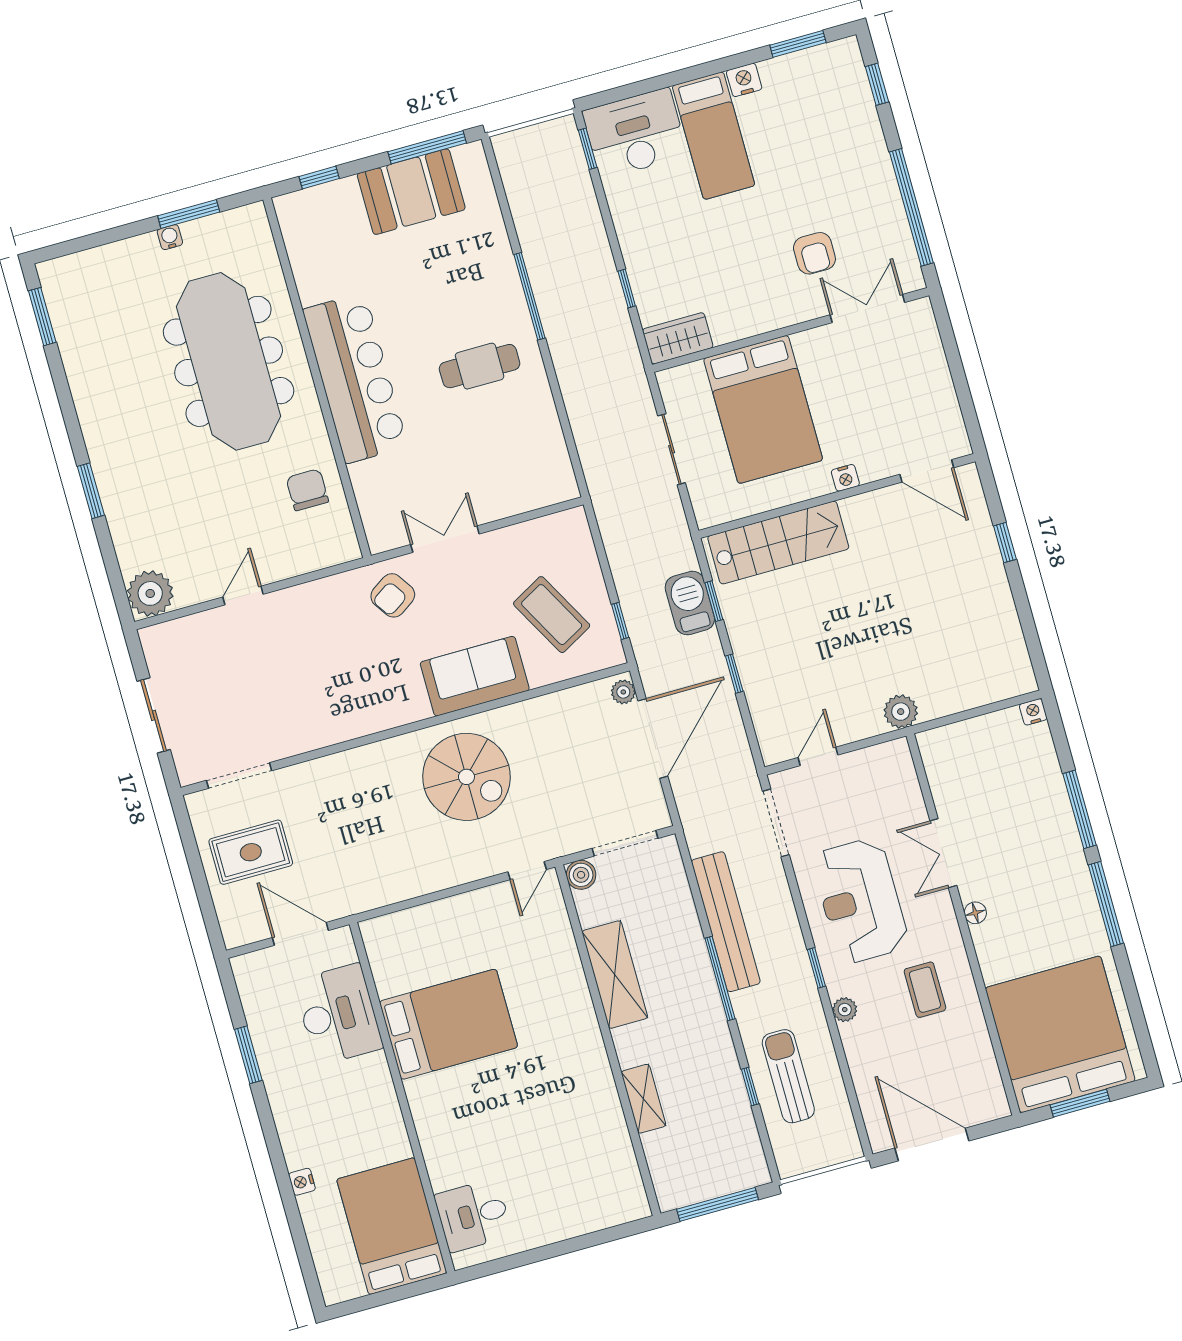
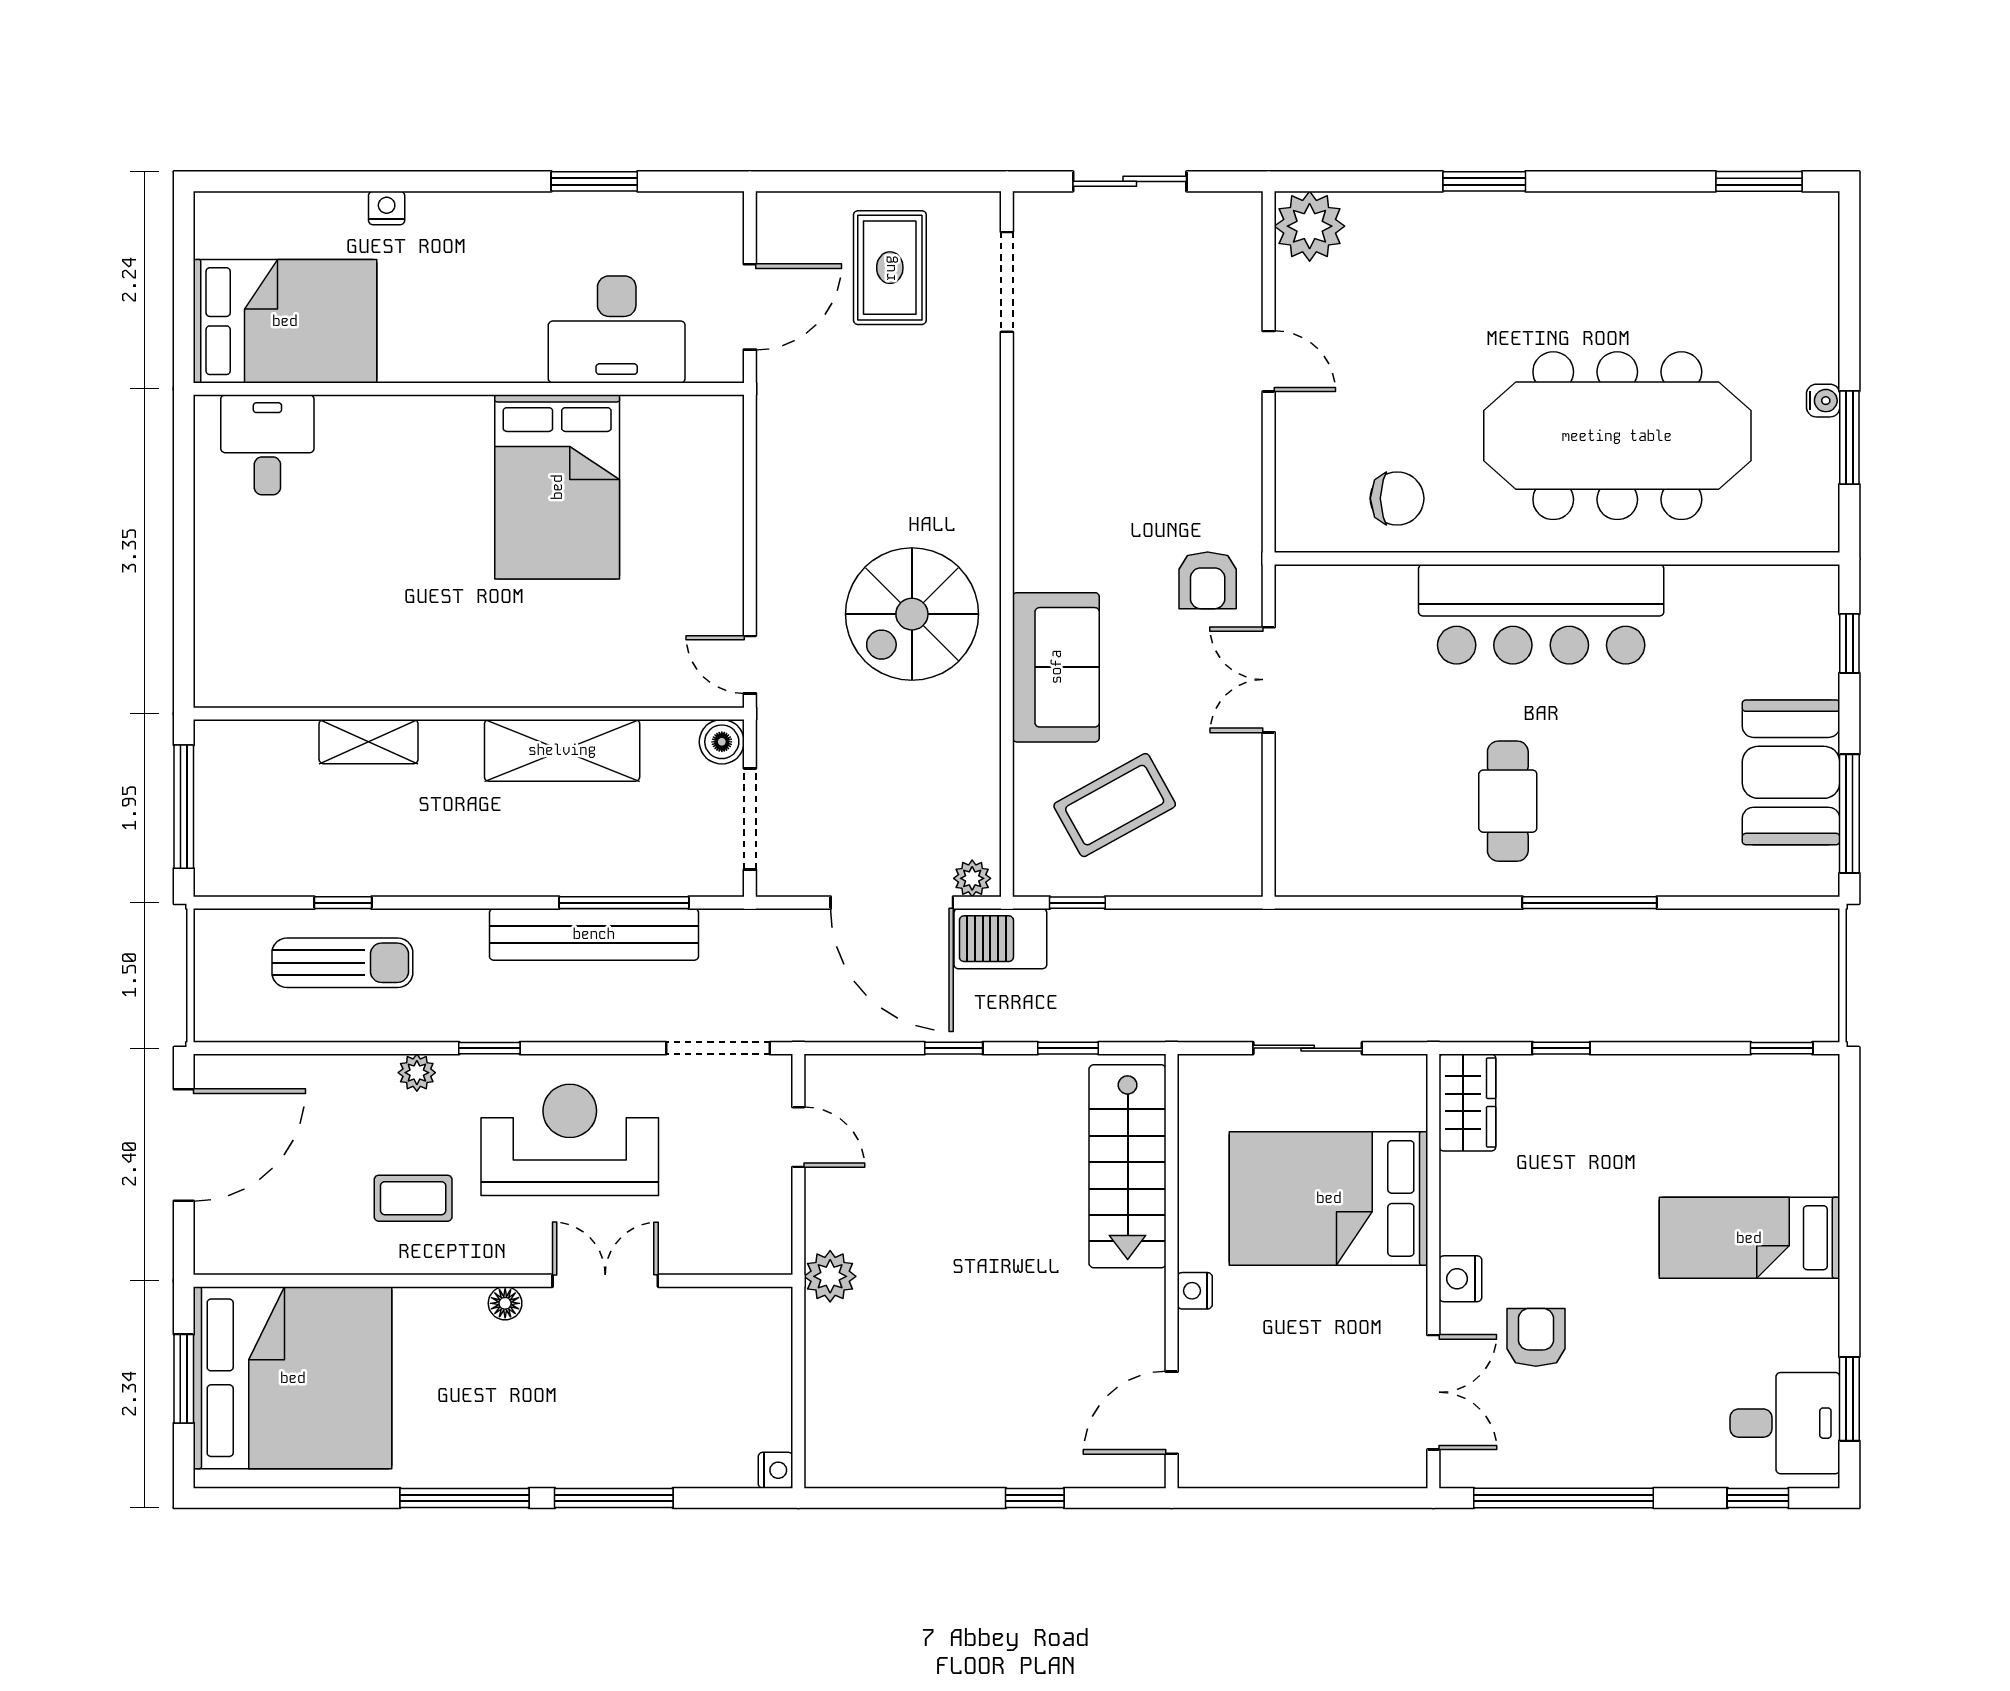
nightstand: (744, 80) -> (1460, 1279), moved, turned 180
desk: (635, 133) -> (1785, 1423), moved, width x0.73
armchair: (814, 253) -> (1536, 1337), turned 90
double door: (445, 539) -> (1269, 680), swing flipped
armchair: (393, 595) -> (1208, 580), turned -146
barbecue: (690, 603) -> (1000, 939), moved, turned 180
window: (720, 979) -> (624, 903), moved

